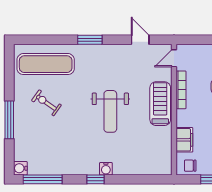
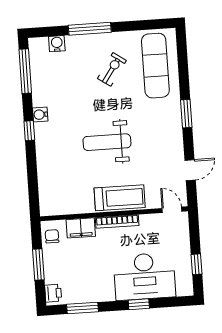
bookcase: (181, 90) -> (117, 222), moved
water cooler: (20, 168) -> (57, 44), moved
water cooler: (106, 169) -> (40, 115), moved

